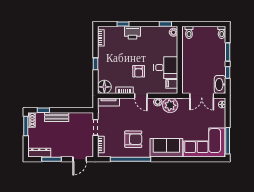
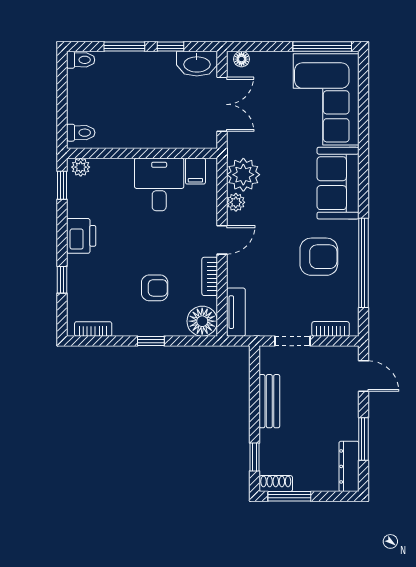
printer: (133, 33) -> (81, 236), moved
armchair: (139, 71) -> (155, 288), moved
bench: (57, 117) -> (269, 401), moved
armchair: (133, 139) -> (319, 257), turned 90

